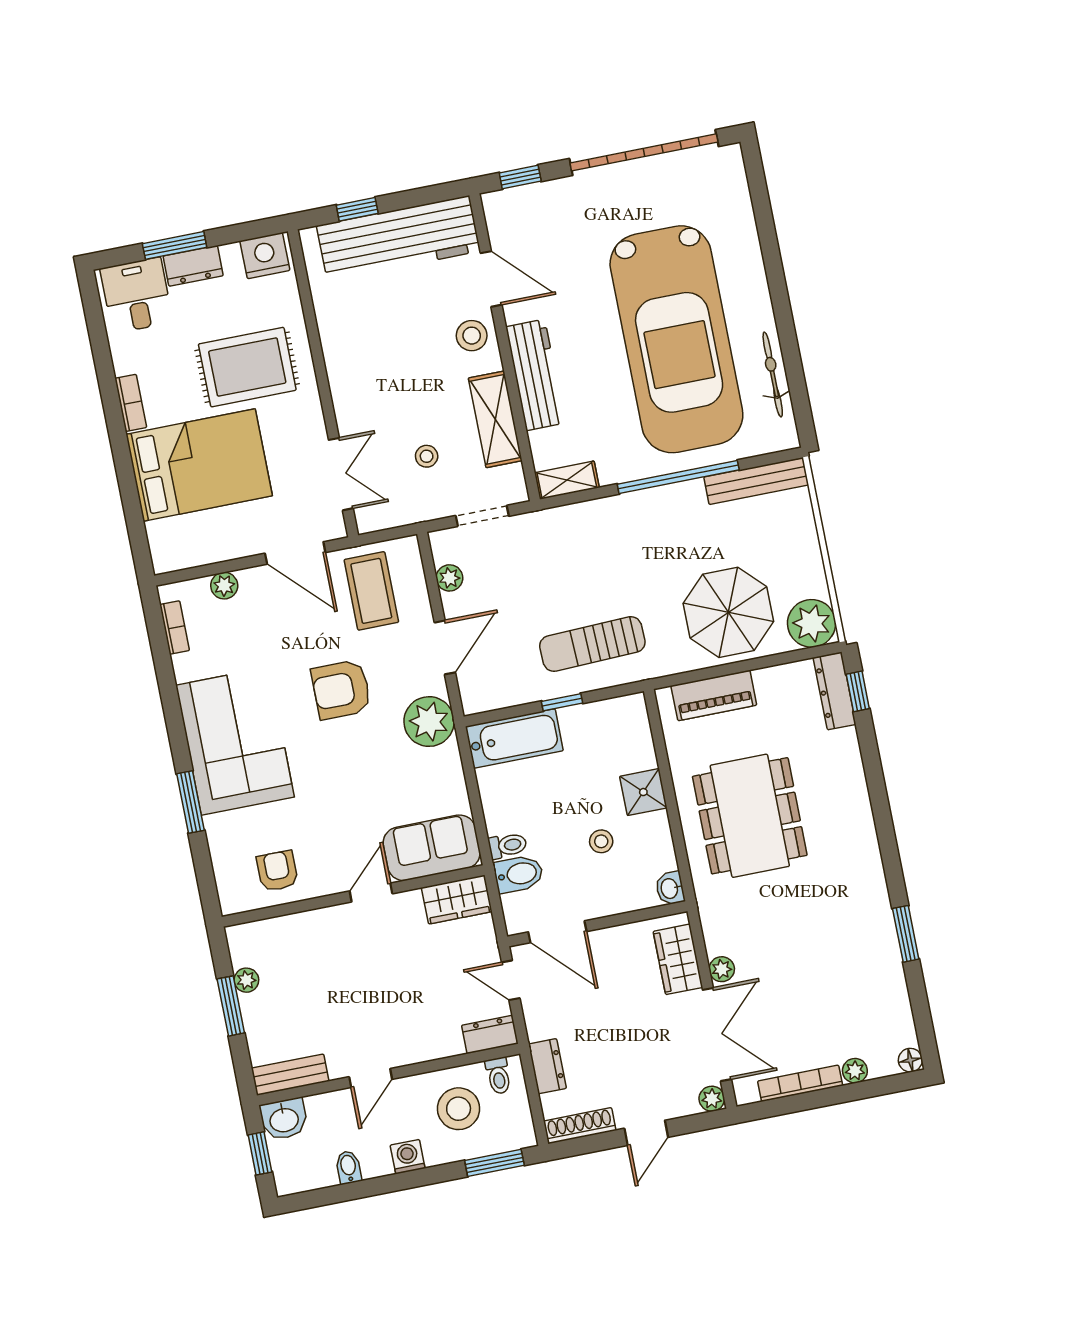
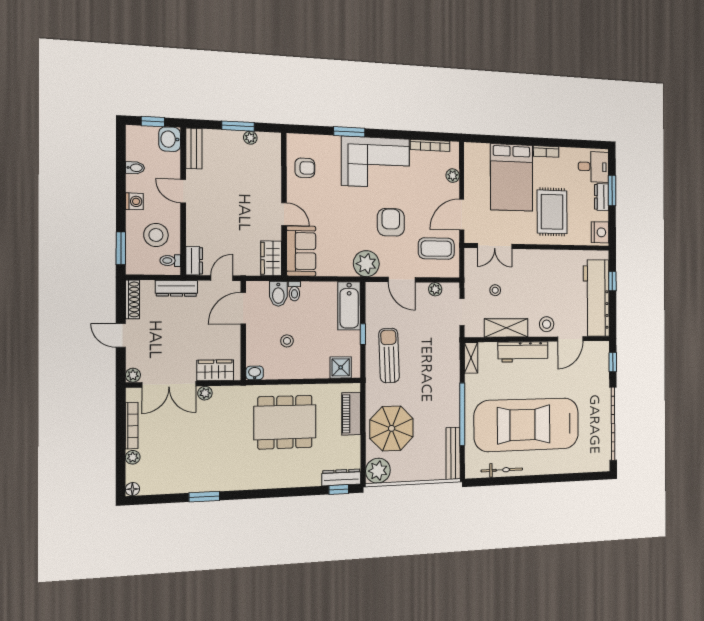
bookcase: (175, 627) -> (430, 145), width x1.56
shower: (643, 792) -> (341, 367), moved
dresser: (547, 1066) -> (176, 288), width x1.44

